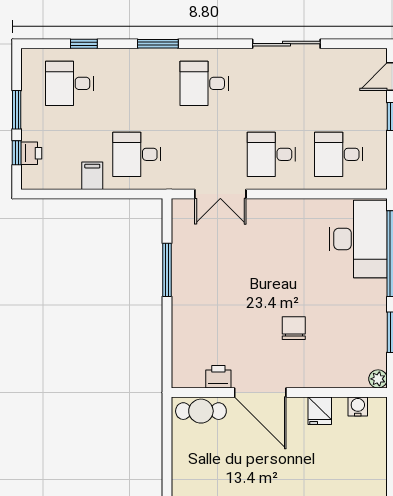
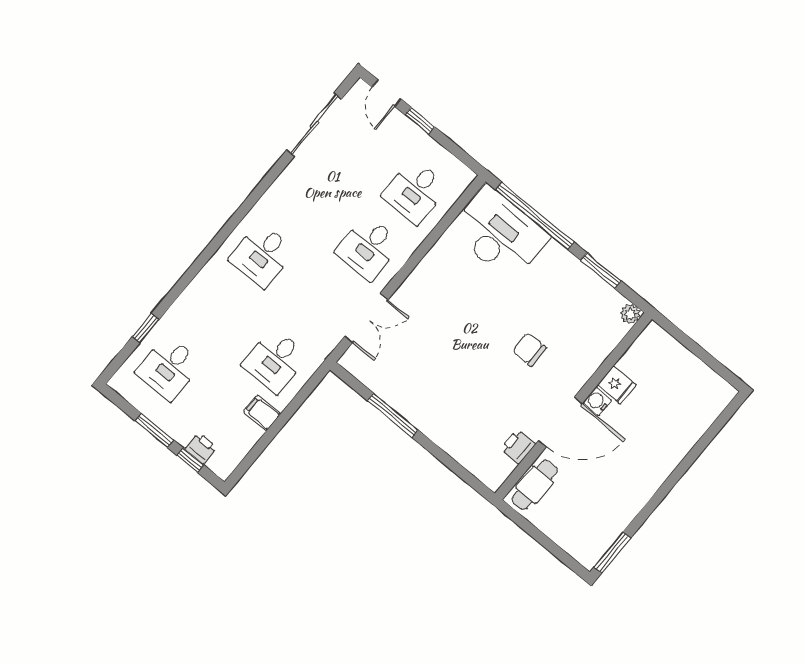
window: (158, 44) -> (197, 266), removed
sliding door: (286, 44) -> (314, 124), moved
water cooler: (358, 406) -> (597, 401), moved

